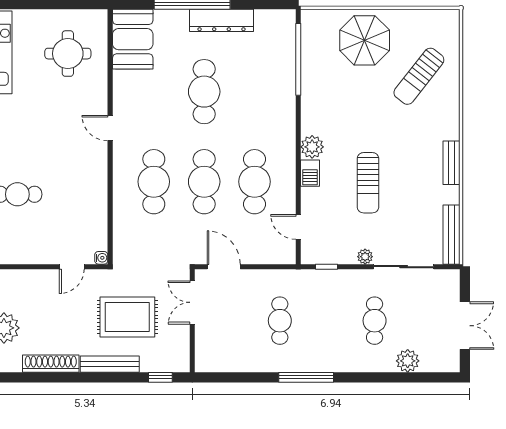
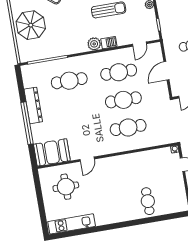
cafe table: (204, 92) -> (69, 81), moved
door: (110, 128) -> (87, 159), moved
door: (224, 267) -> (166, 71), moved

